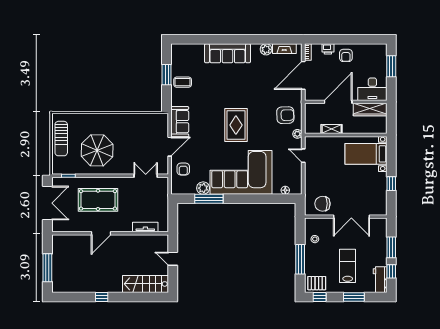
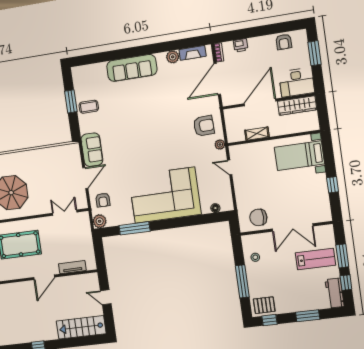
armchair: (346, 55) -> (284, 42), moved
rug: (236, 125) -> (152, 145), removed
plant: (203, 188) -> (100, 221), moved
door: (101, 233) -> (44, 277), moved
lab bench: (348, 266) -> (315, 259), moved, turned 90

